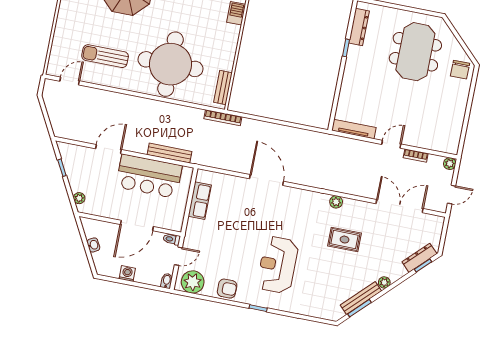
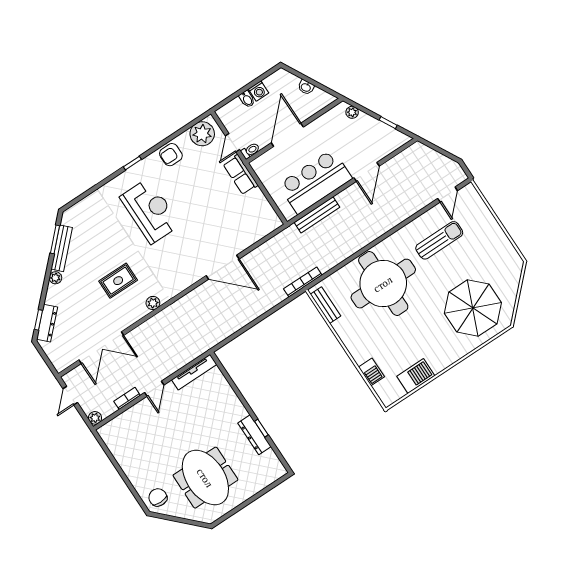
dresser: (359, 27) -> (254, 435), moved
row of seats: (200, 201) -> (241, 175), moved
bidet: (167, 281) -> (247, 99), moved

